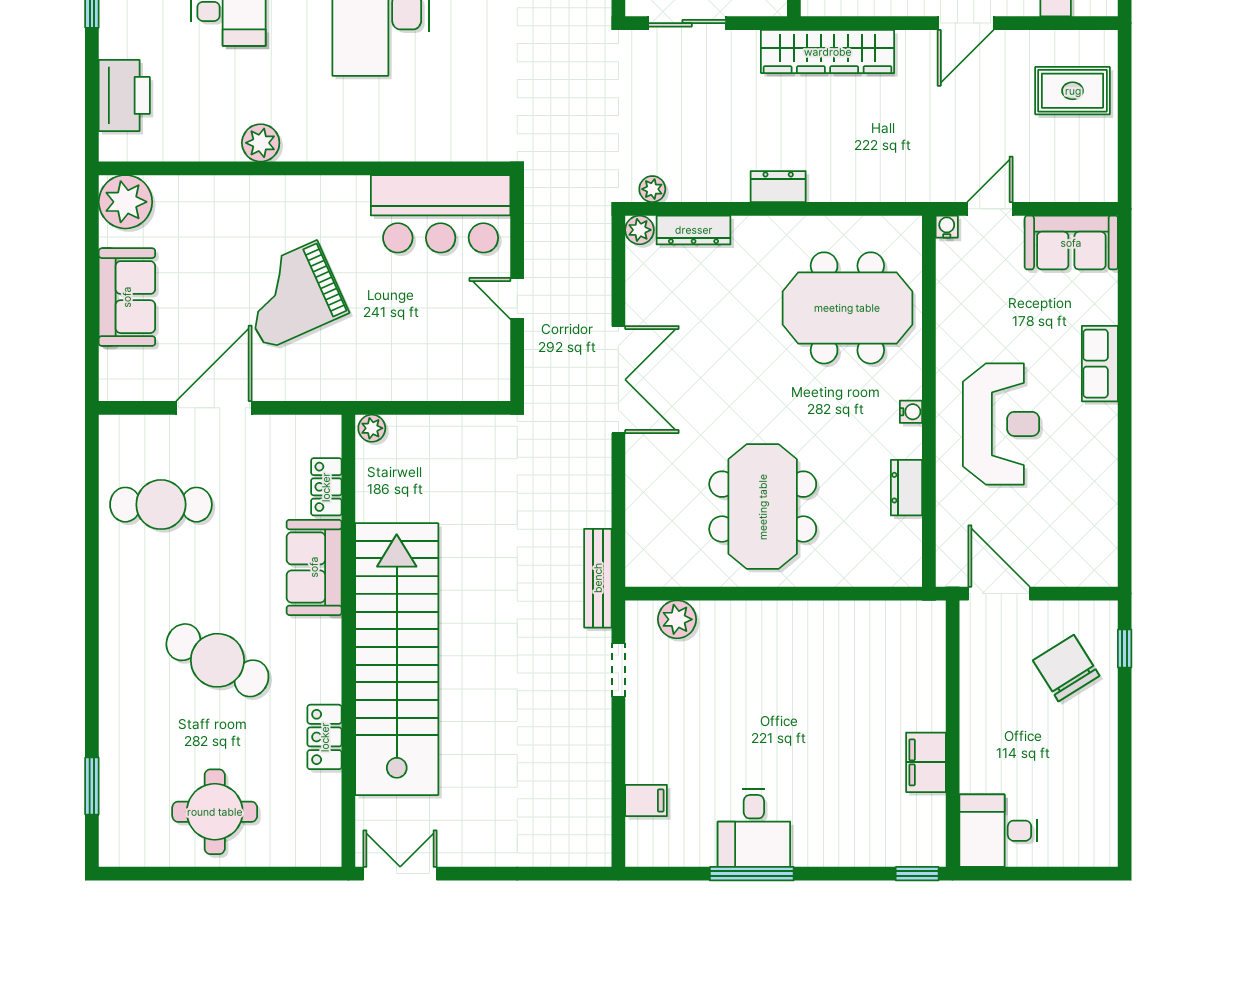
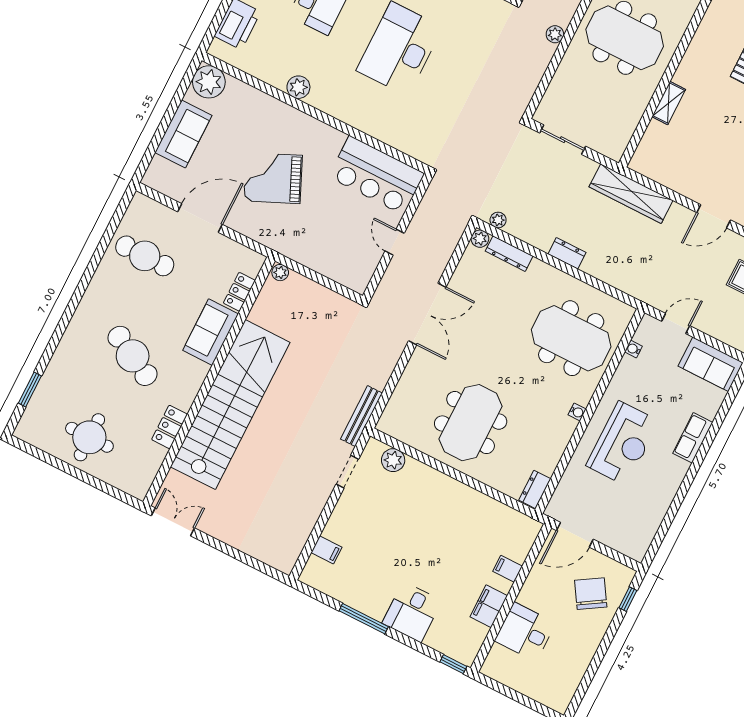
water cooler: (947, 227) -> (633, 349), moved, turned -90
dresser: (907, 488) -> (535, 489), moved
door: (999, 594) -> (575, 535), swing flipped
filing cabinet: (926, 693) -> (508, 569), added
desk: (754, 828) -> (412, 612), moved
desk: (998, 831) -> (525, 632), moved

